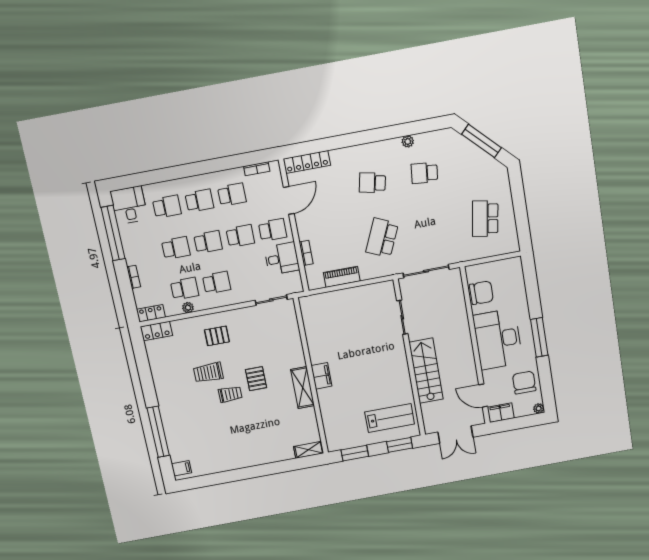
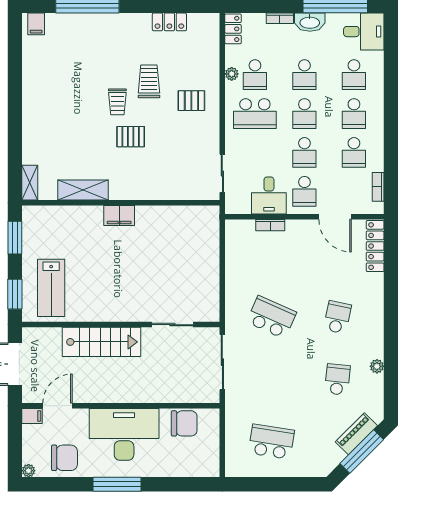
washbasin: (131, 252) -> (310, 22), added
piano: (342, 277) -> (356, 434), moved, turned -135
school desk: (217, 283) -> (255, 114), width x1.85
chair: (481, 293) -> (184, 423), turned -90
locker: (156, 331) -> (169, 22), moved, turned -90
pallet: (217, 336) -> (191, 101), turned 90
shelving: (303, 388) -> (83, 190), moved
filing cabinet: (501, 413) -> (32, 416), width x0.50

